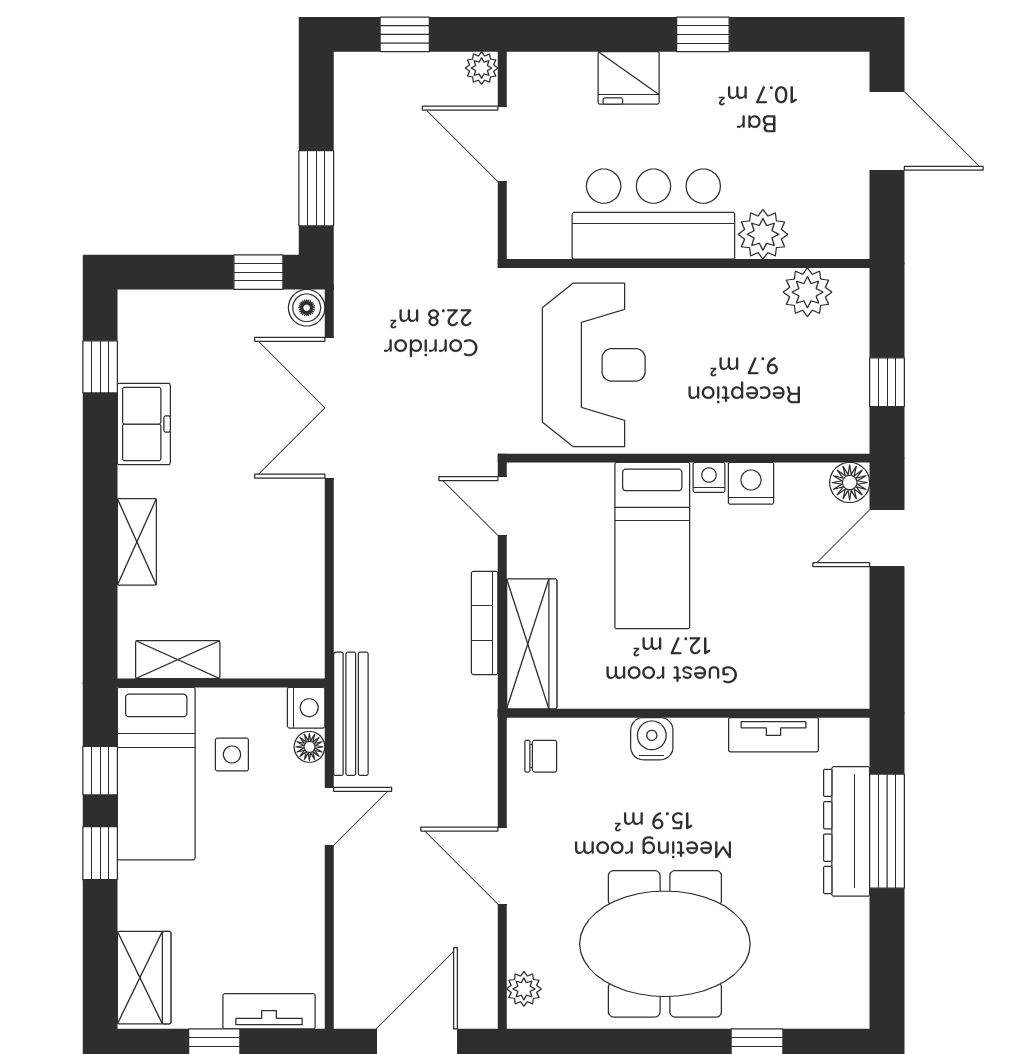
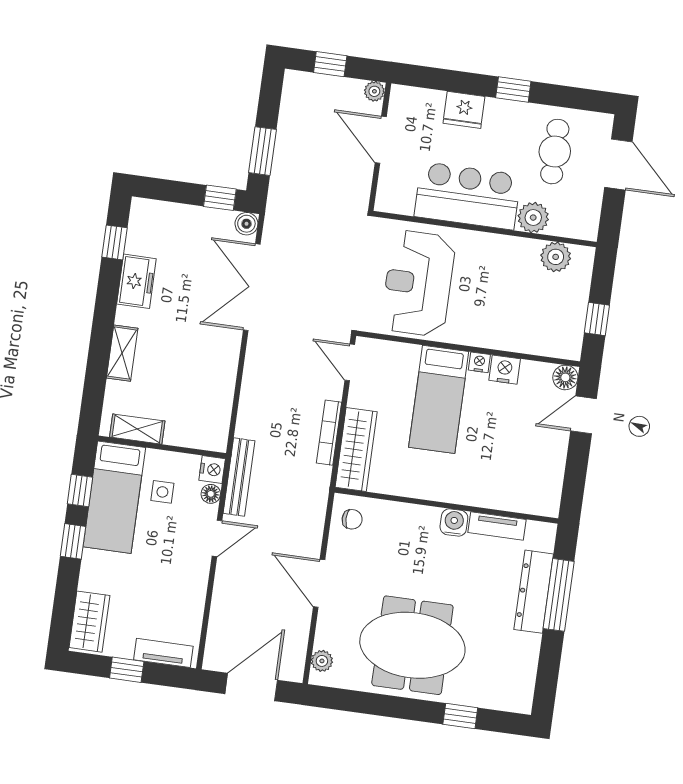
cafe table: (783, 124) -> (555, 152), added
reception desk: (594, 365) -> (418, 283), turned 180
water cooler: (652, 739) -> (454, 523), moved

